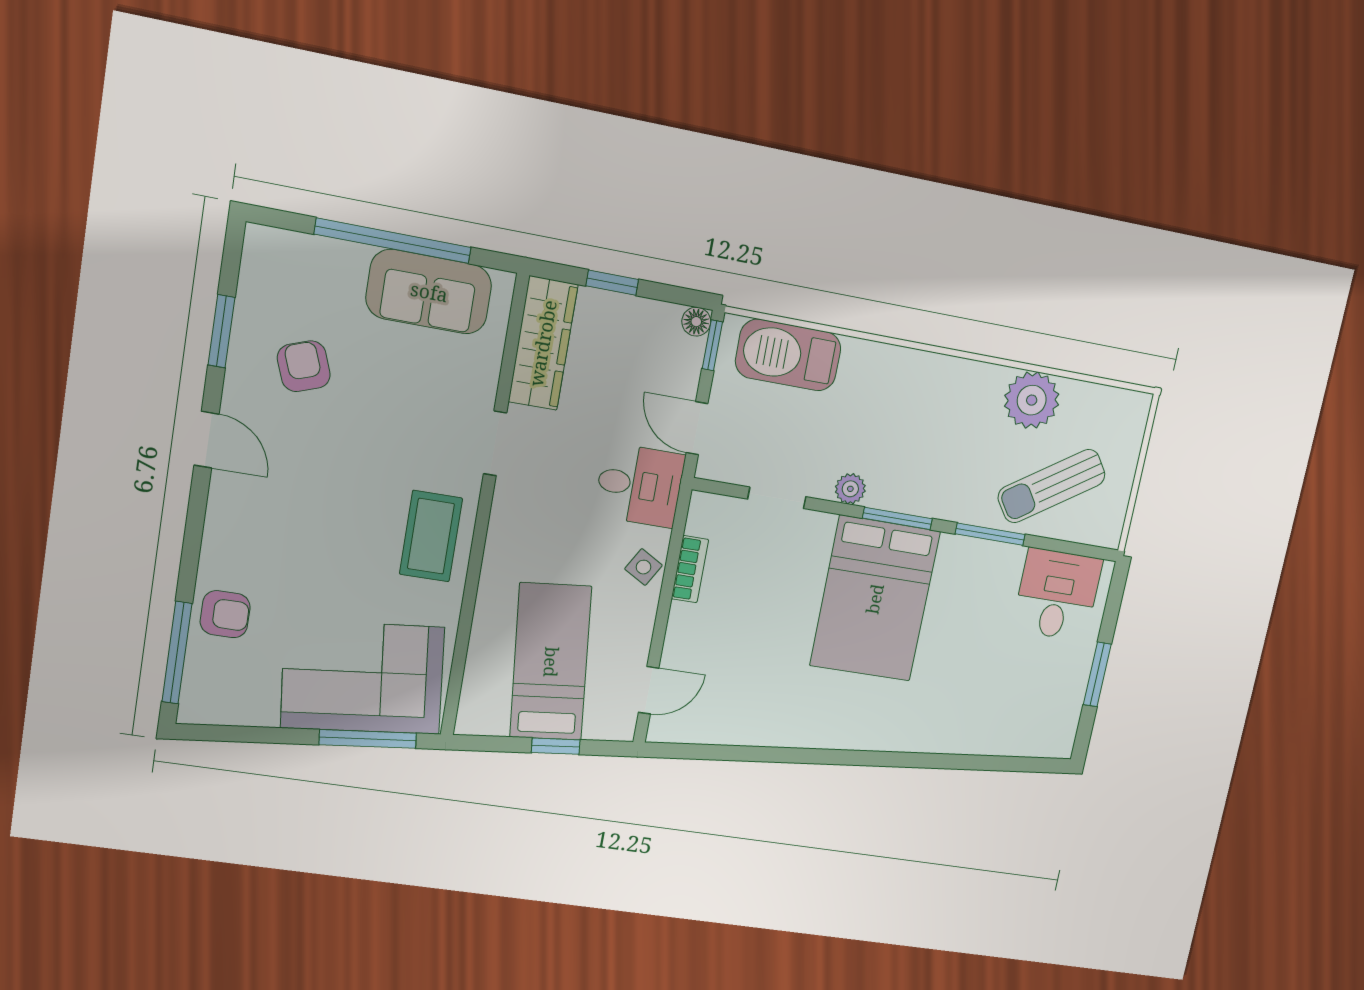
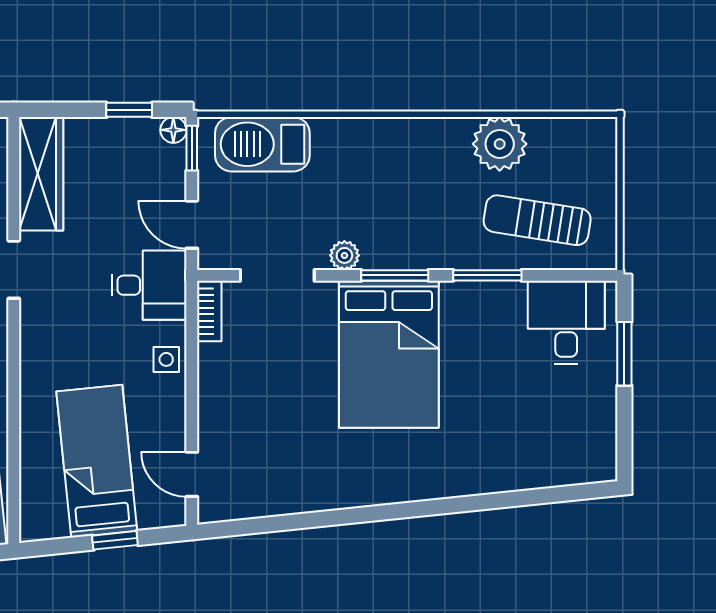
window: (612, 283) -> (129, 110), moved
sun lounger: (1052, 486) -> (537, 220), turned 43
doorway: (777, 498) -> (277, 275), width x1.38
side table: (643, 567) -> (166, 359), turned -30
bookcase: (690, 569) -> (209, 311), moved
window: (1097, 674) -> (624, 354), moved
door: (649, 690) -> (192, 474), swing flipped

